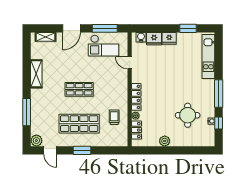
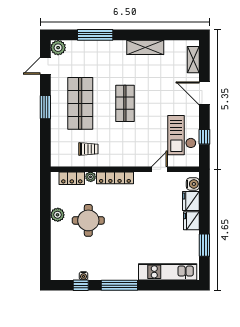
window: (105, 28) -> (204, 137), width x0.46
round table: (188, 115) -> (88, 220), moved

